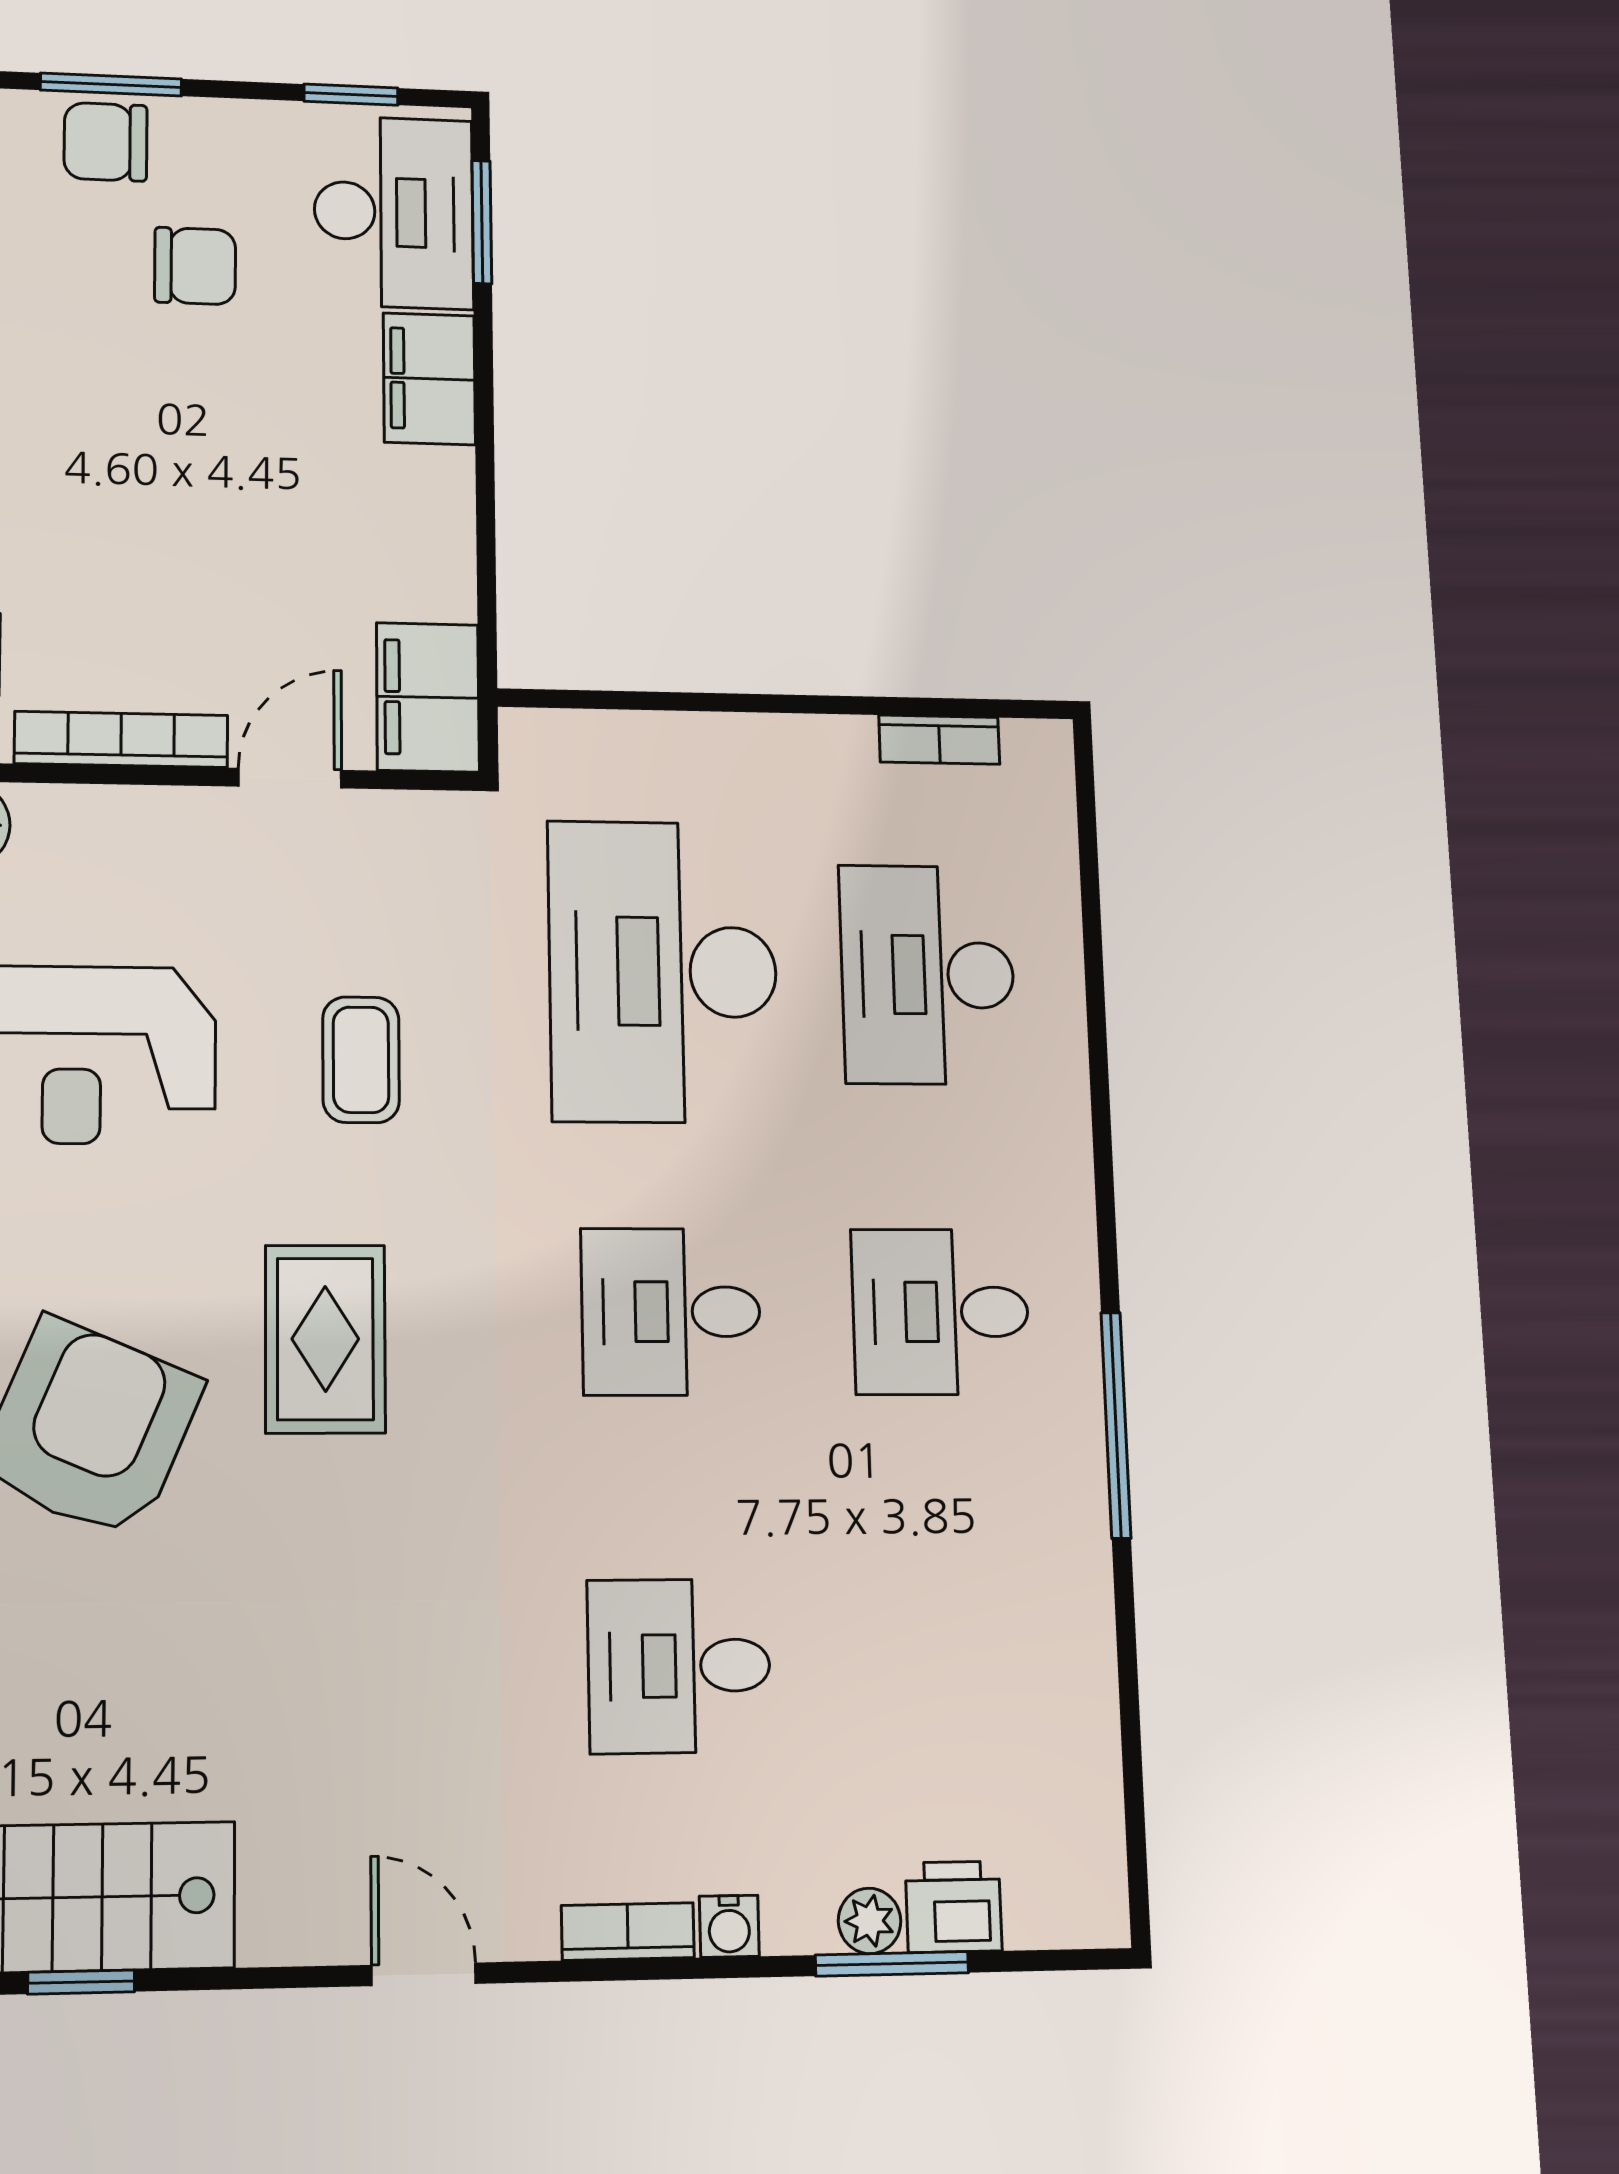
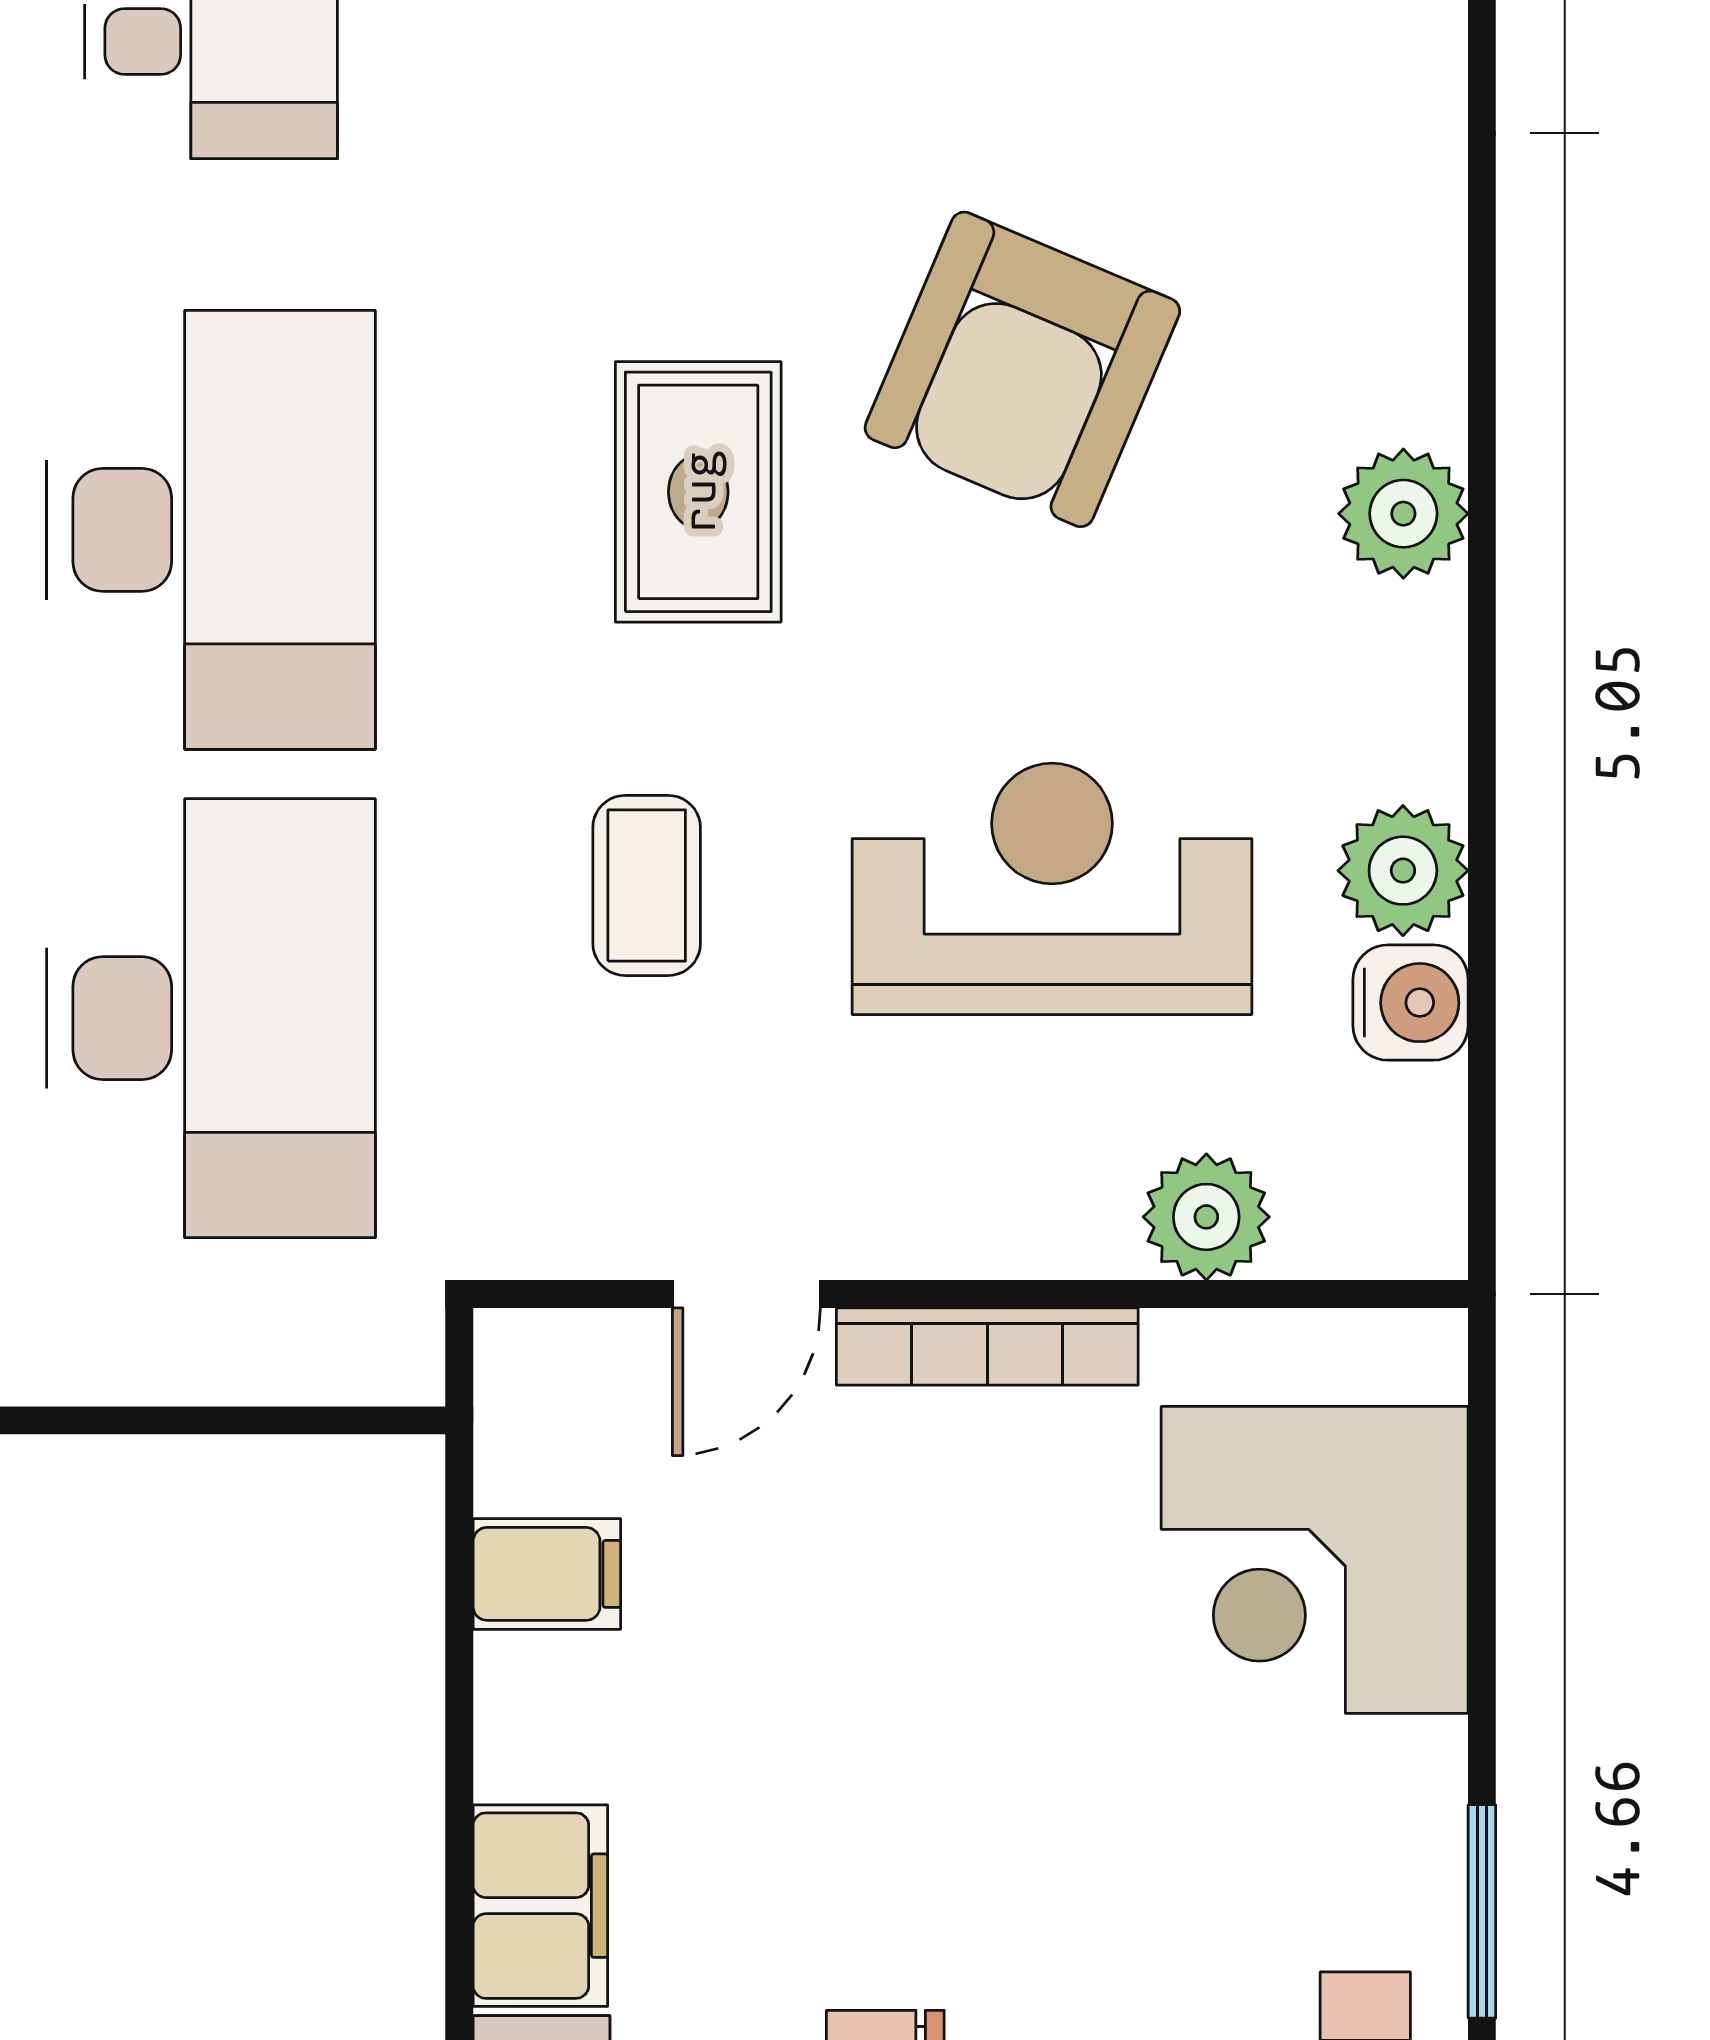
filing cabinet: (428, 697) -> (547, 1574), moved, width x0.50
desk: (671, 1312) -> (211, 530), width x1.87, depth x1.30

